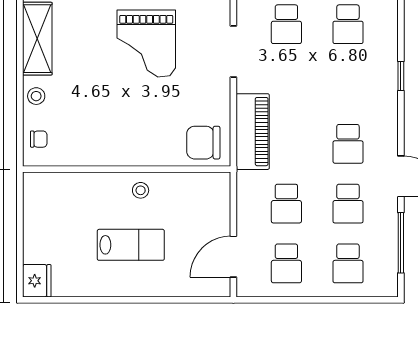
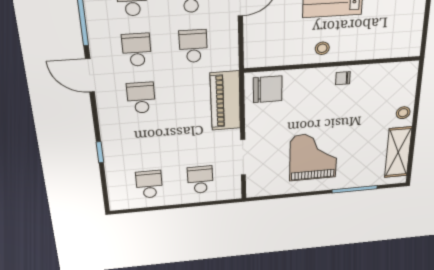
chair: (39, 139) -> (343, 78), moved

